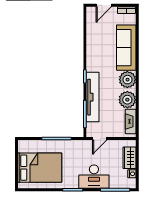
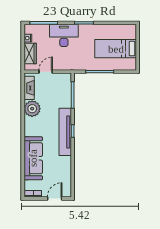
plant: (127, 80) -> (32, 128), removed
tv unit: (93, 97) -> (65, 132), moved
door: (100, 139) -> (46, 72), moved
bed: (40, 168) -> (116, 49), width x0.67

